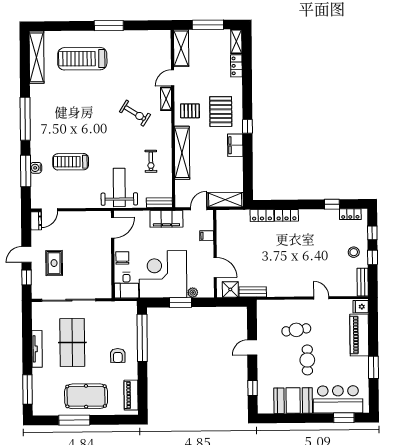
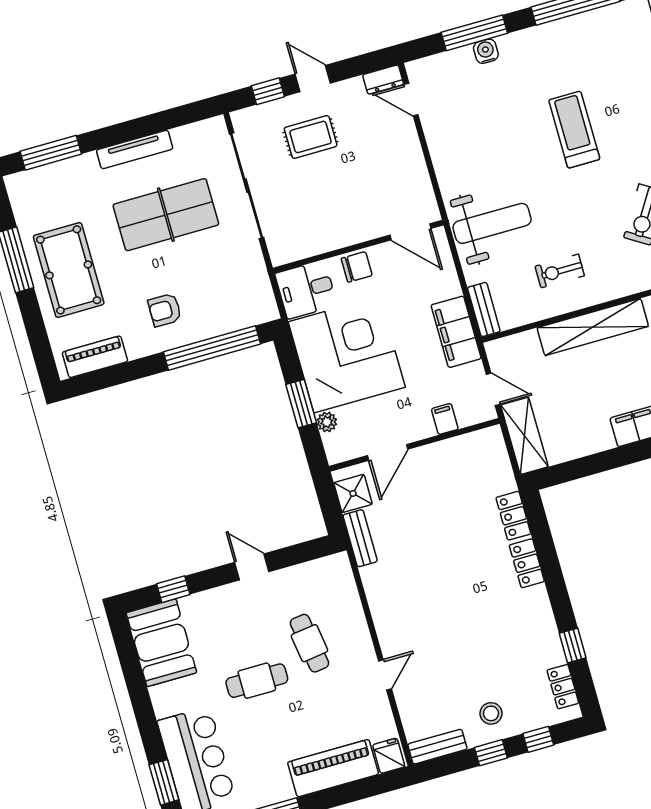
treadmill: (71, 162) -> (574, 130), moved
booth: (293, 401) -> (161, 643), moved

